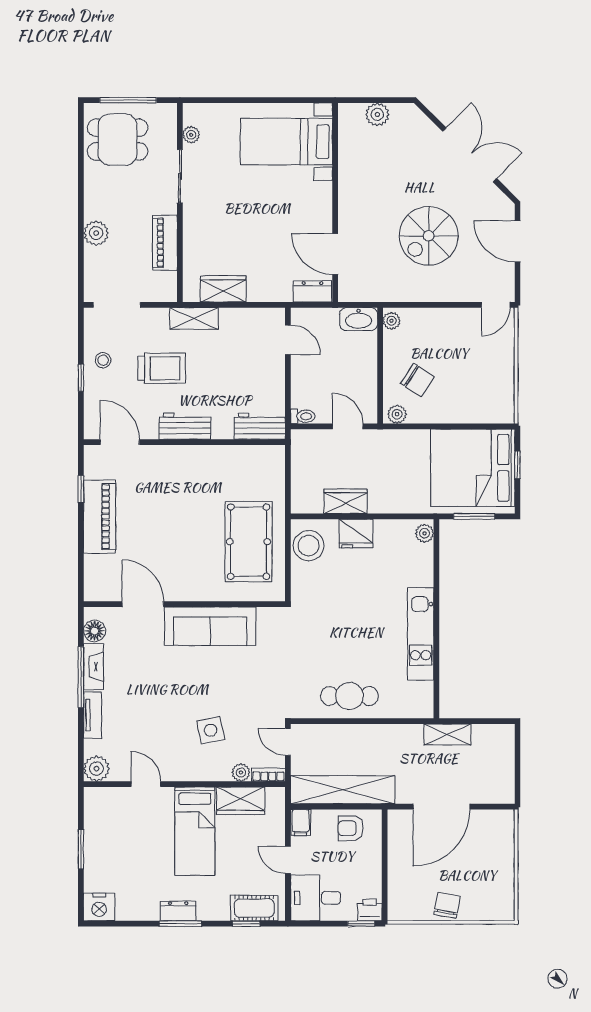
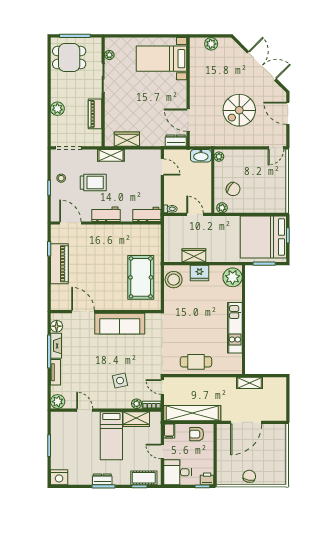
plant: (424, 533) -> (233, 277), width x1.88, depth x1.88

